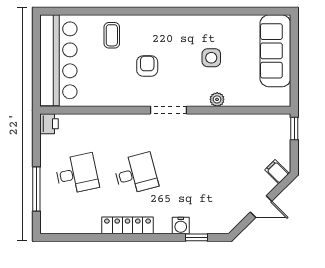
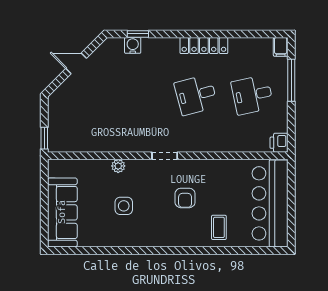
doorway: (168, 110) -> (165, 156), width x0.73
filing cabinet: (277, 172) -> (281, 47), moved, turned 45
water cooler: (181, 225) -> (133, 45), moved

